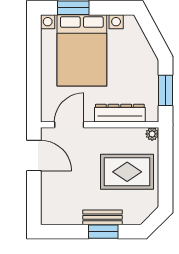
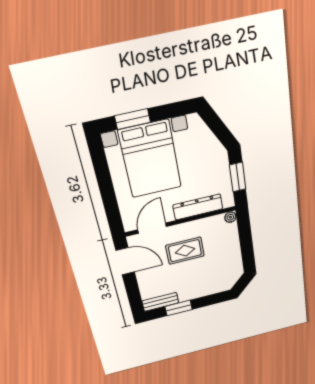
rug: (127, 172) -> (185, 251), moved, width x0.73, depth x0.70
bench: (103, 217) -> (160, 302), moved
window: (103, 232) -> (179, 308), moved

